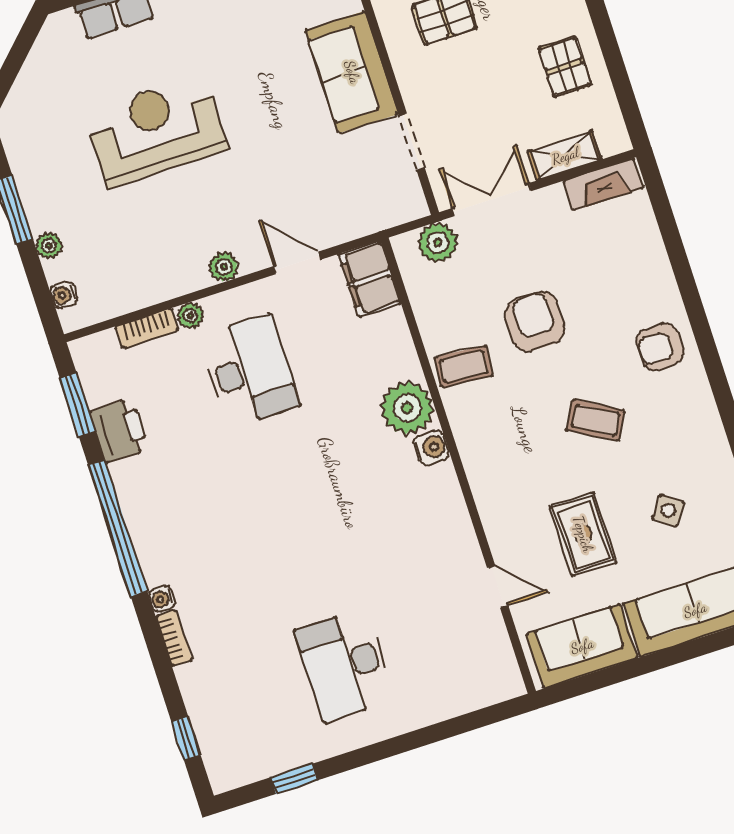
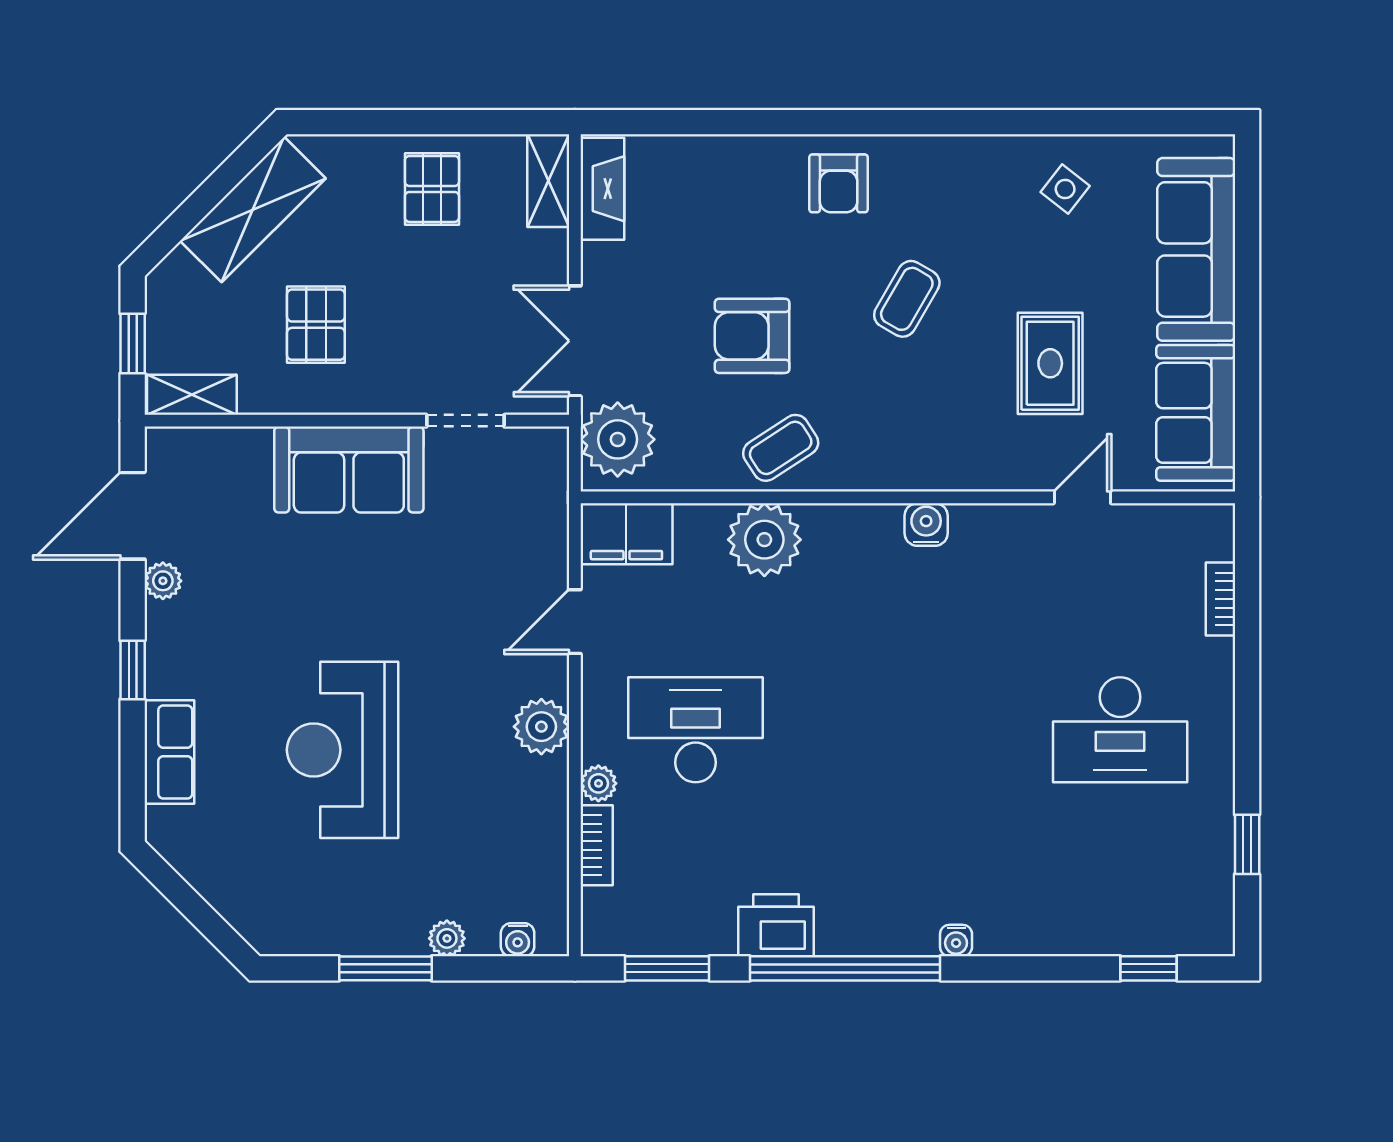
pallet: (565, 67) -> (432, 189), turned 90
shelving: (565, 156) -> (548, 181), moved
plant: (438, 242) -> (618, 439), width x1.36, depth x1.36
plant: (224, 267) -> (541, 727), width x1.38, depth x1.38
coffee table: (464, 366) -> (781, 448), turned 52
plant: (407, 408) -> (764, 540), moved
printer: (119, 430) -> (776, 925), moved
water cooler: (432, 448) -> (926, 525), moved
side table: (668, 510) -> (1065, 189), moved
rug: (583, 534) -> (1050, 363), turned 90
bookcase: (174, 638) -> (1220, 599), moved, turned -90

